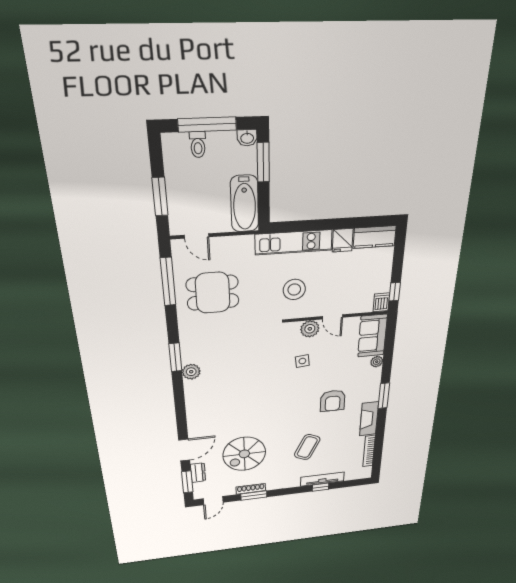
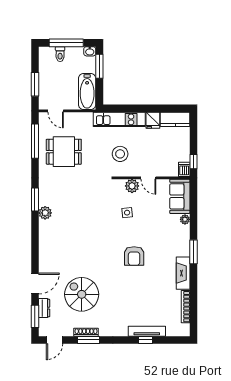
armchair: (333, 401) -> (134, 256), moved
coffee table: (307, 447) -> (133, 295), removed
spiral stairs: (244, 454) -> (82, 294), turned 90

